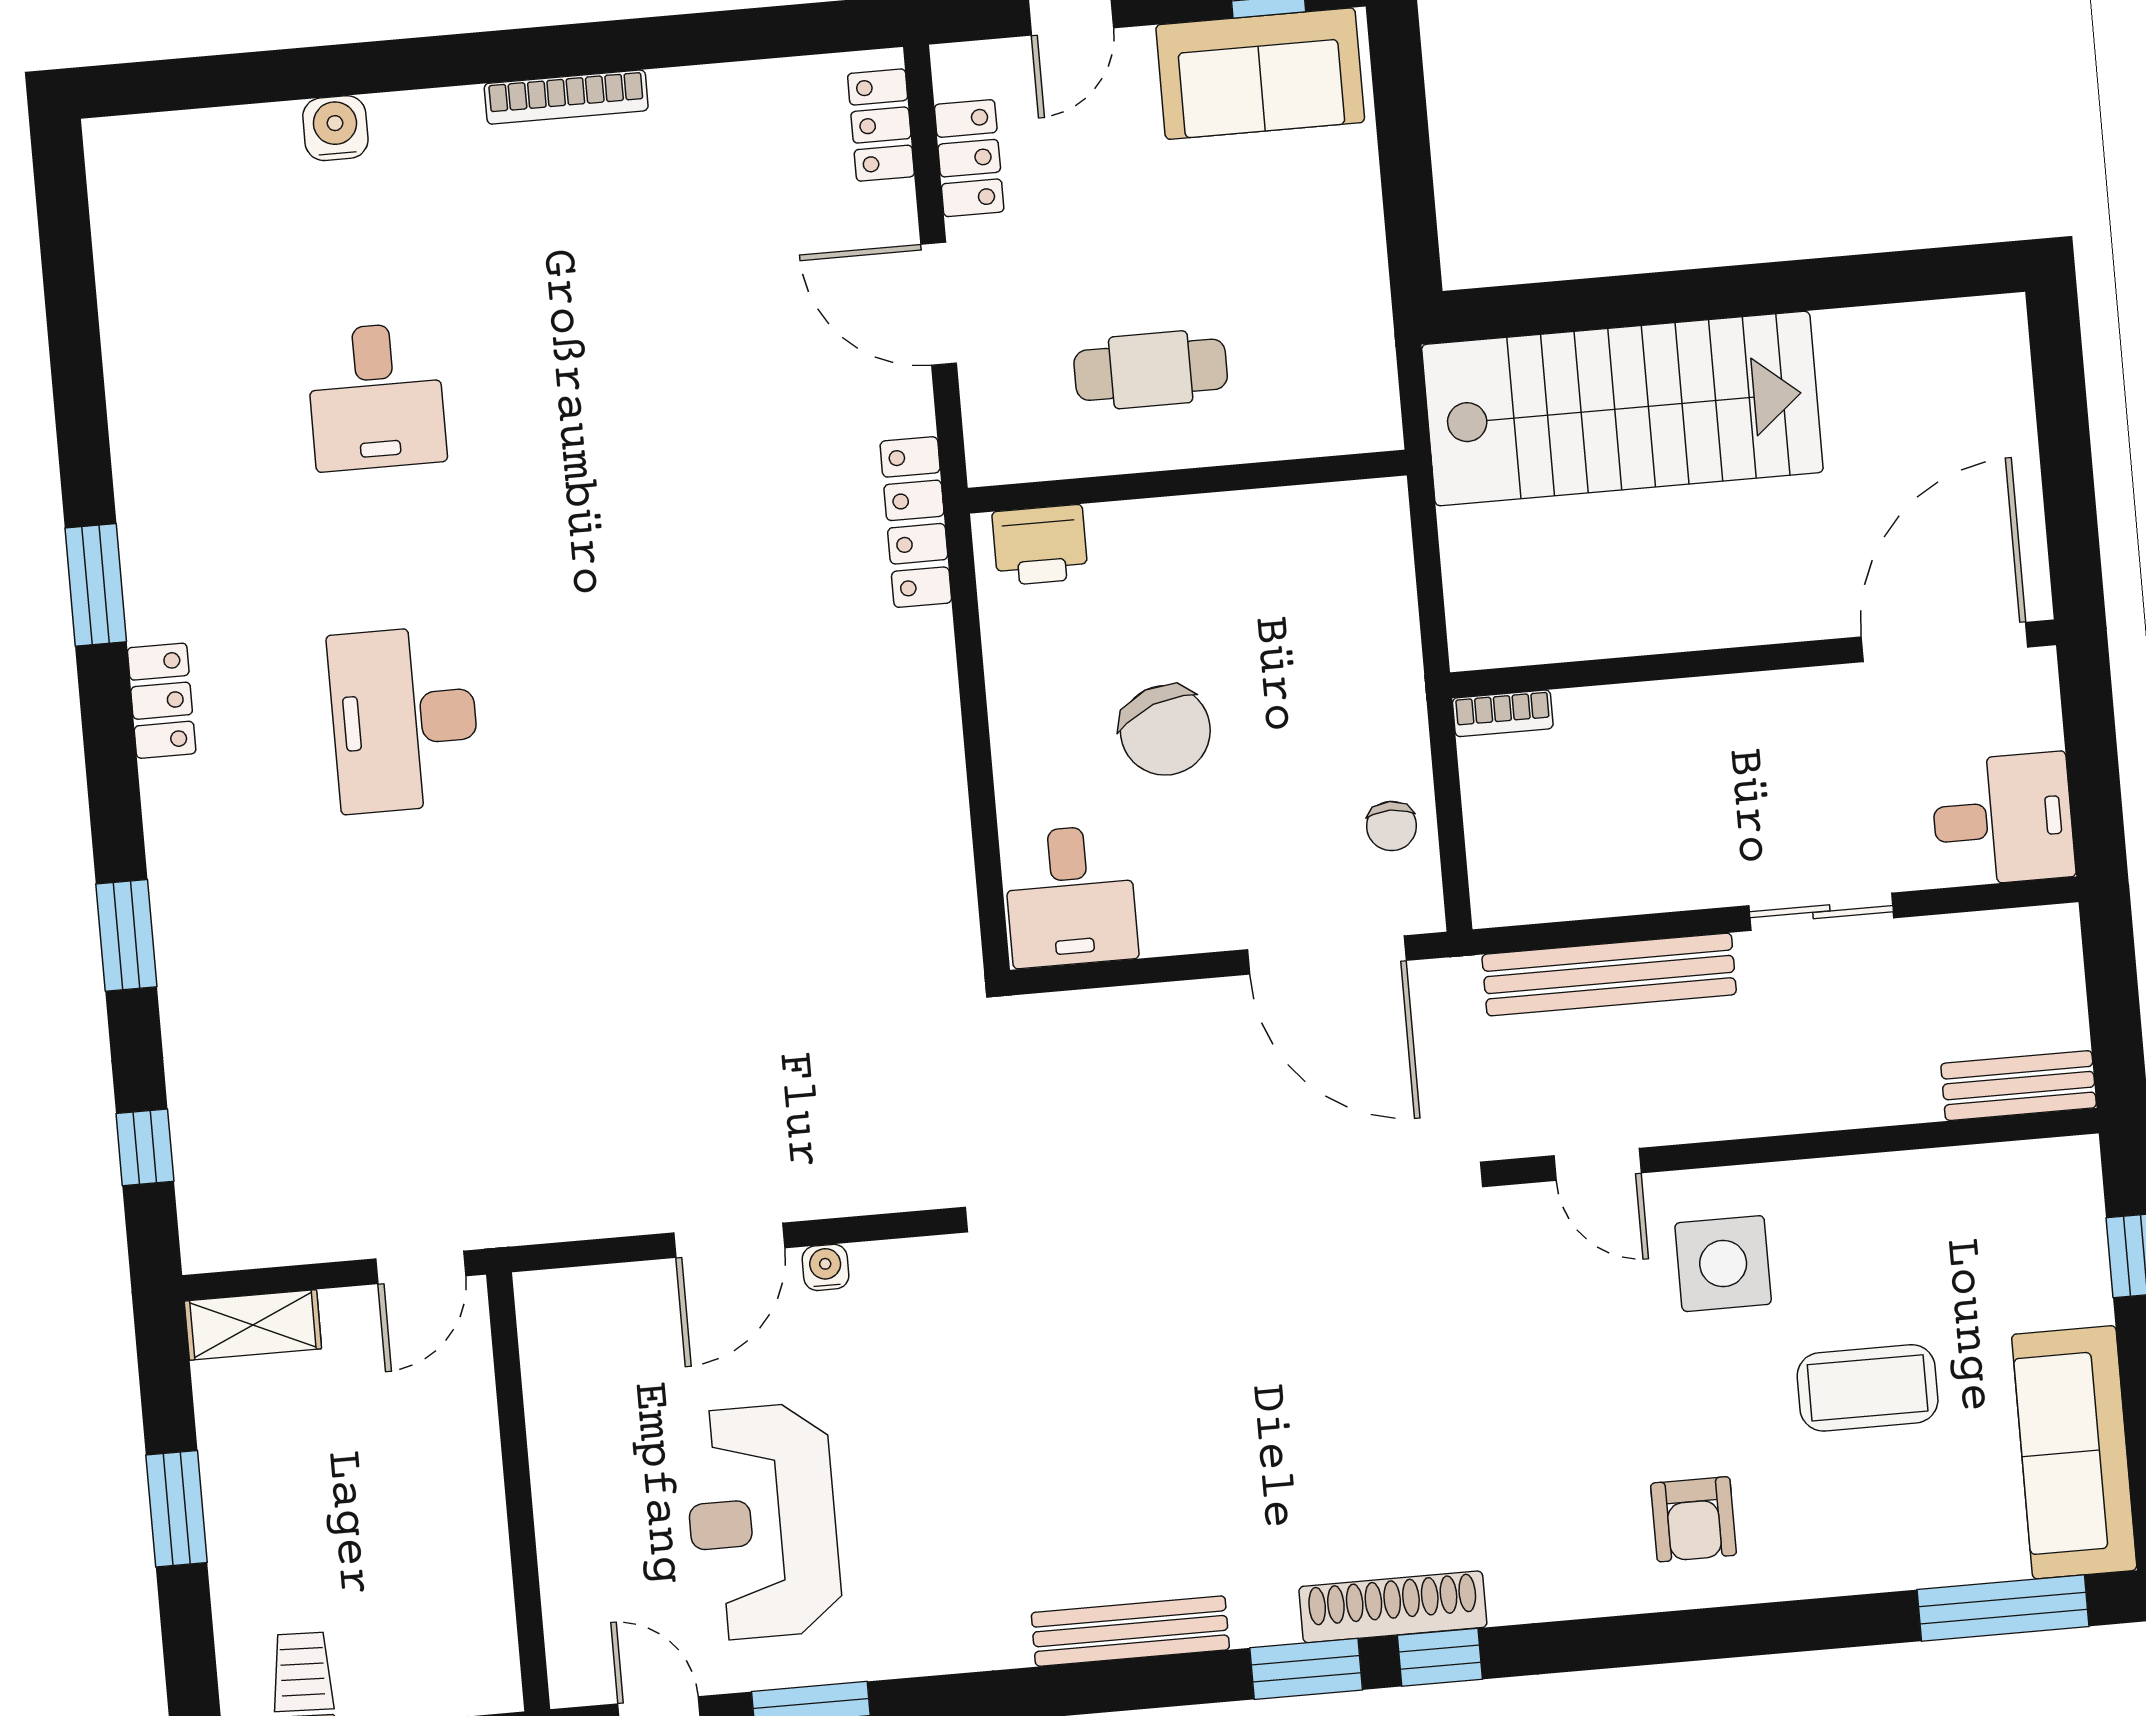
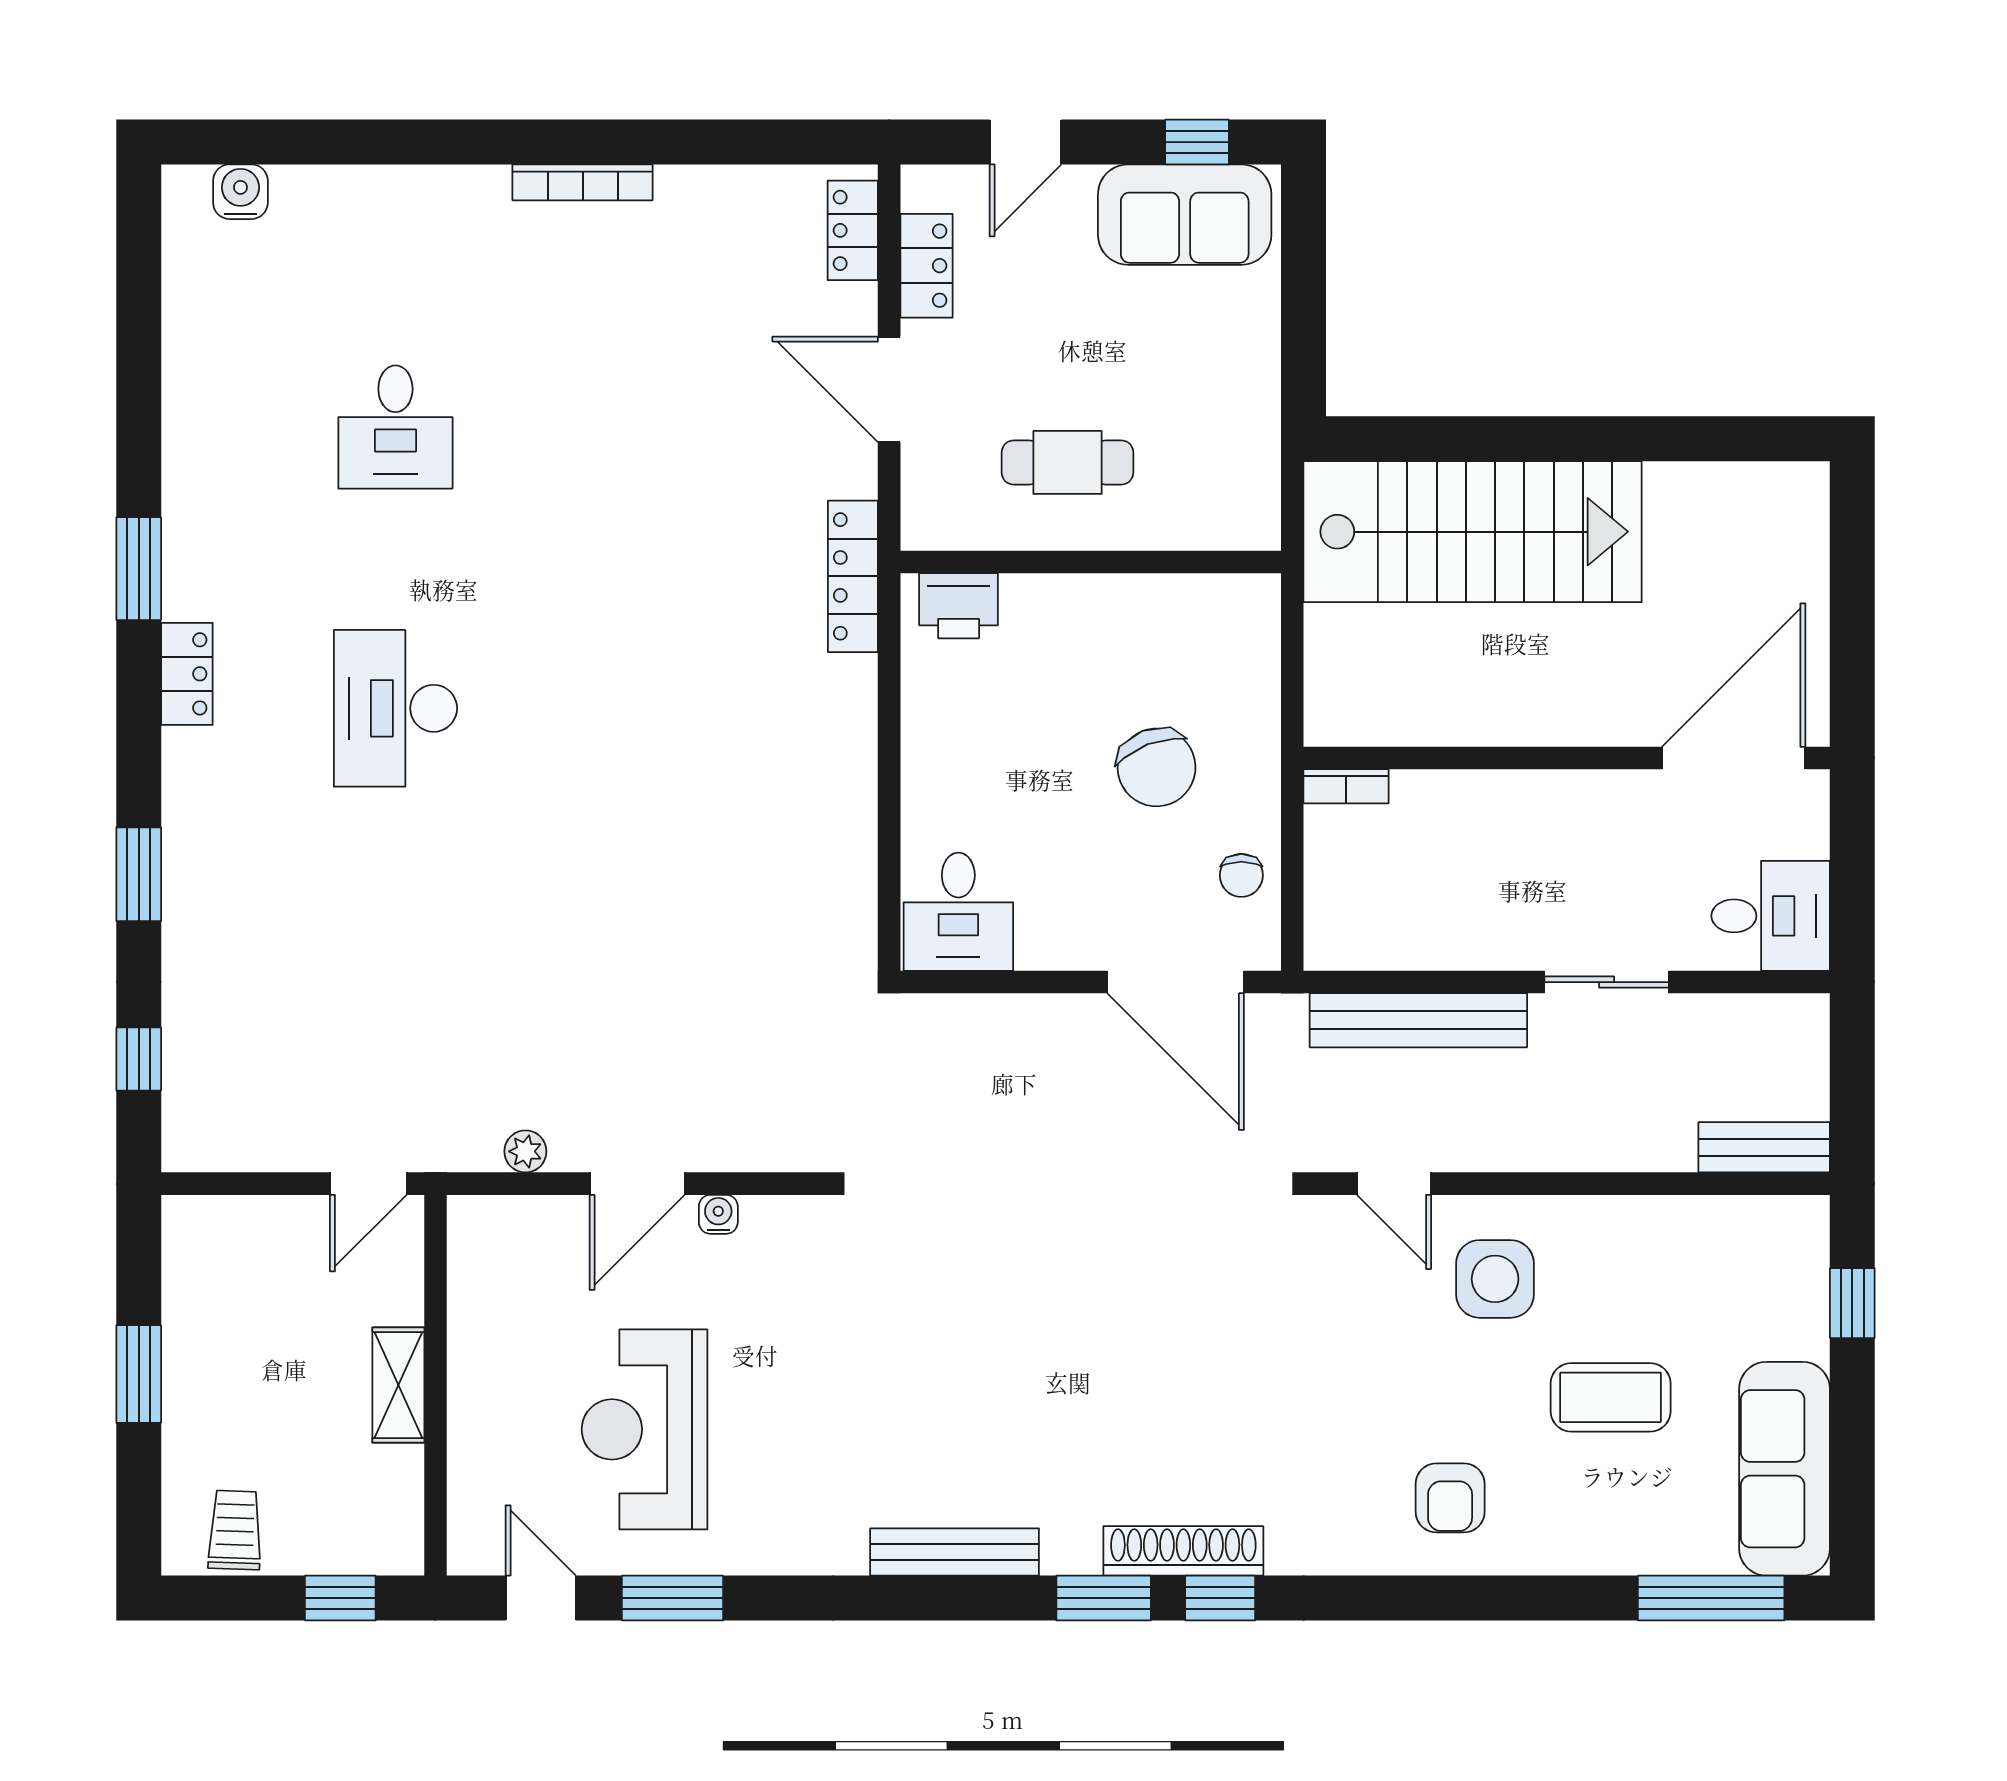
water cooler: (335, 128) -> (240, 192), moved
chair: (1165, 730) -> (1157, 767), moved
plant: (598, 1215) -> (525, 1151), added
shelving: (253, 1325) -> (398, 1385), moved, turned 90

